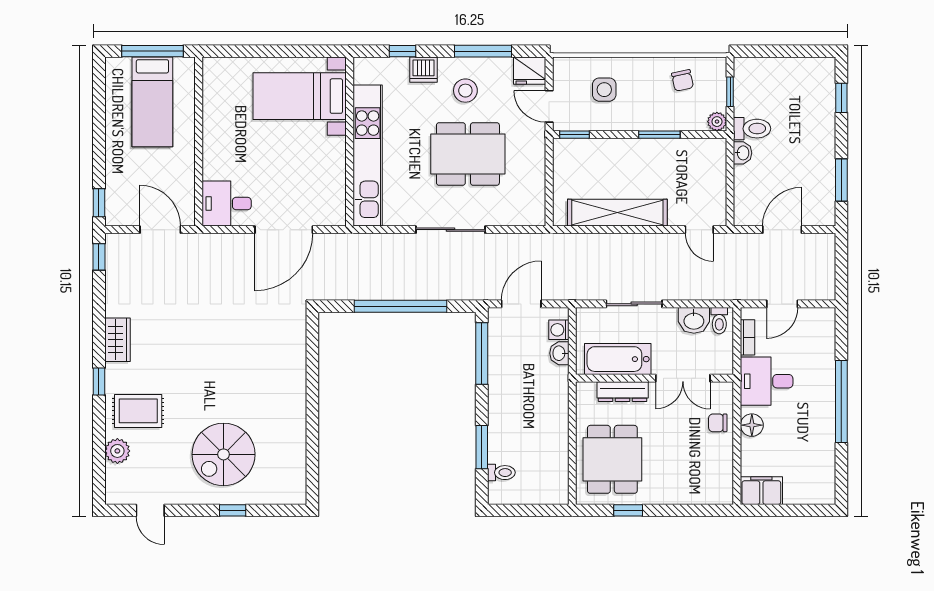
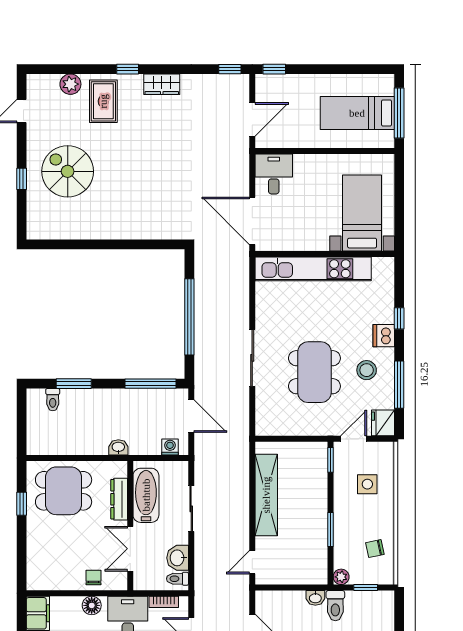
bed with nightstands: (300, 96) -> (362, 213), moved
wall: (350, 142) -> (325, 254), moved
kitchen unit: (368, 156) -> (313, 269), moved
washbasin: (559, 353) -> (118, 447), moved

